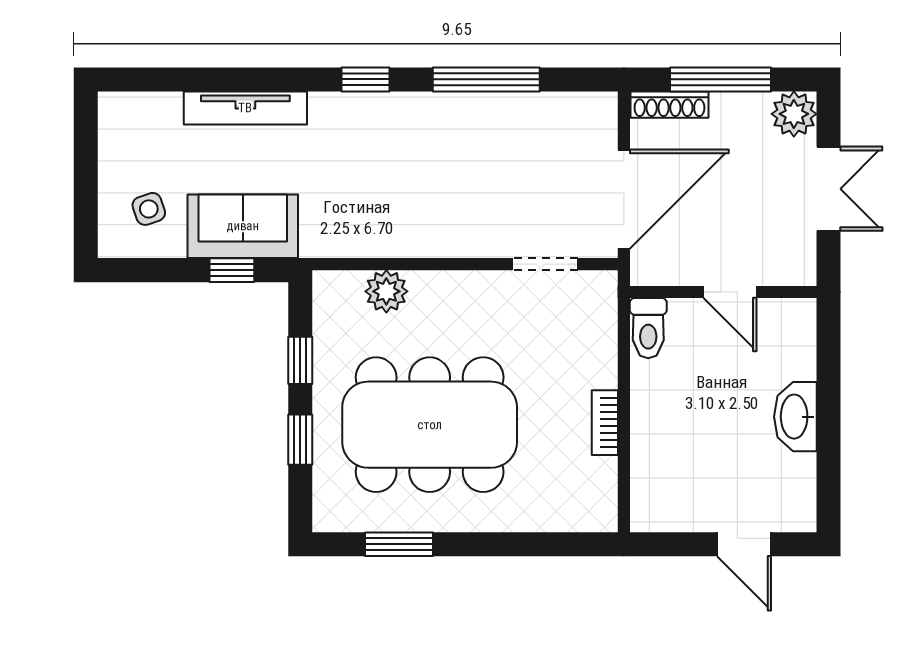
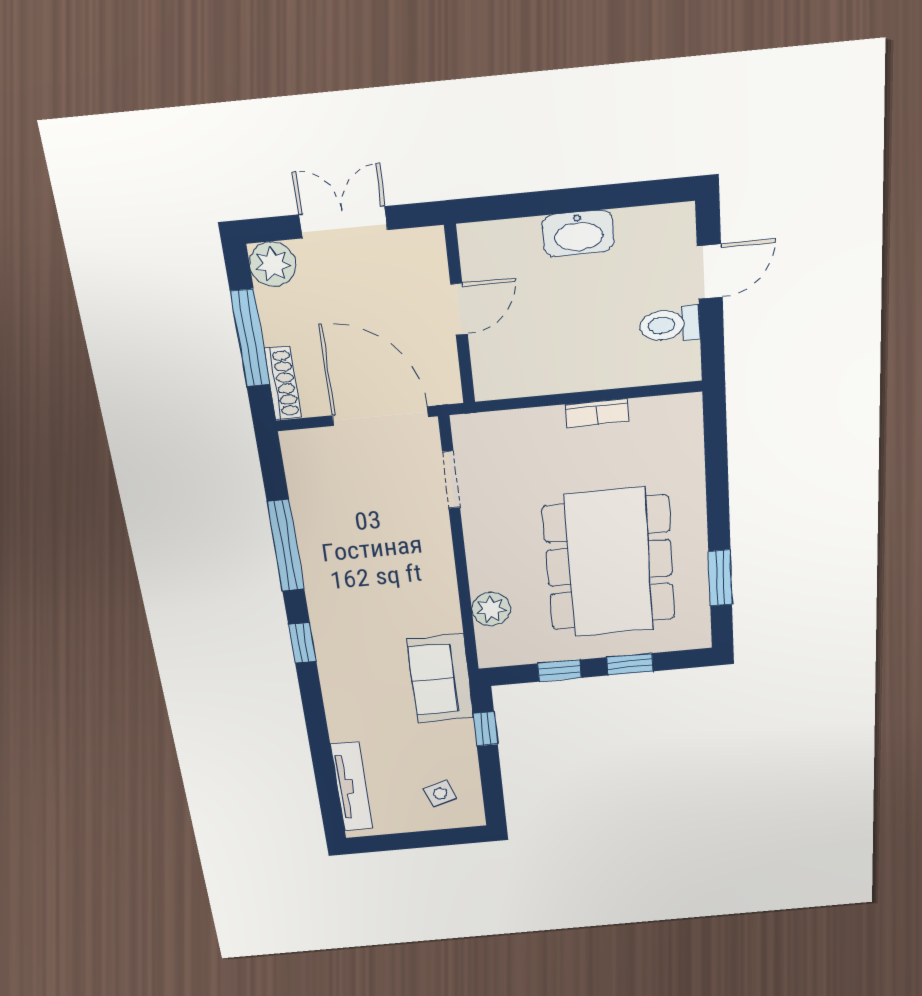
tv unit: (245, 108) -> (352, 787), moved
sofa: (243, 226) -> (440, 679), moved
toilet: (648, 328) -> (670, 325), moved, turned 180

